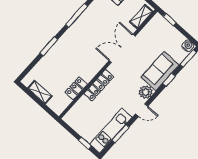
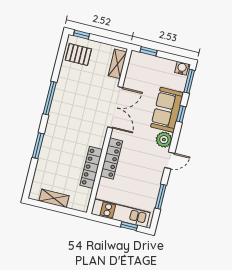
double door: (122, 48) -> (115, 107), swing flipped
locker: (76, 88) -> (91, 167), width x1.53
kitchen unit: (111, 131) -> (121, 213), moved, turned 90

